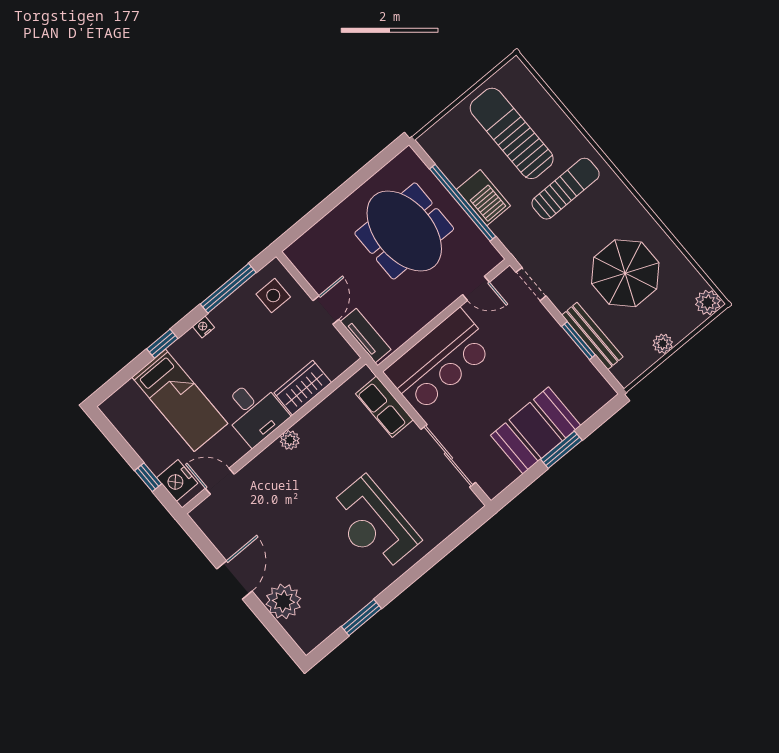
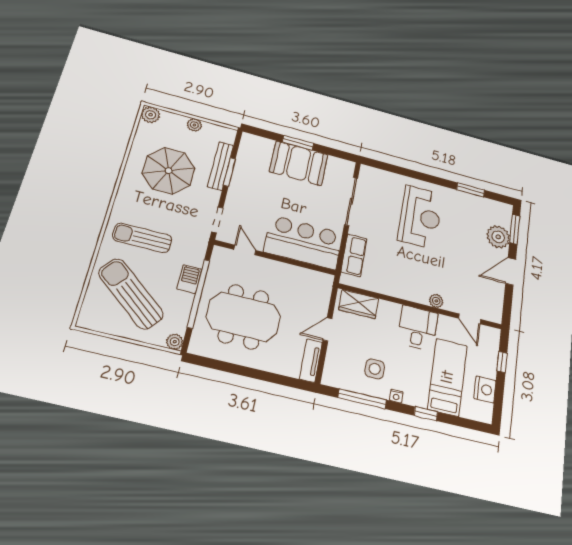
sun lounger: (512, 133) -> (131, 294), turned 129
plant: (429, 141) -> (175, 342), added
barbecue: (483, 198) -> (189, 279), width x0.73, depth x0.79
meeting table: (404, 231) -> (244, 317), turned 90
side table: (273, 295) -> (375, 369), moved
tv unit: (366, 336) -> (311, 361), moved
wardrobe: (303, 388) -> (359, 304), moved
plant: (290, 440) -> (436, 301), moved
nightstand: (177, 481) -> (485, 389), moved
window: (277, 631) -> (515, 229), added

